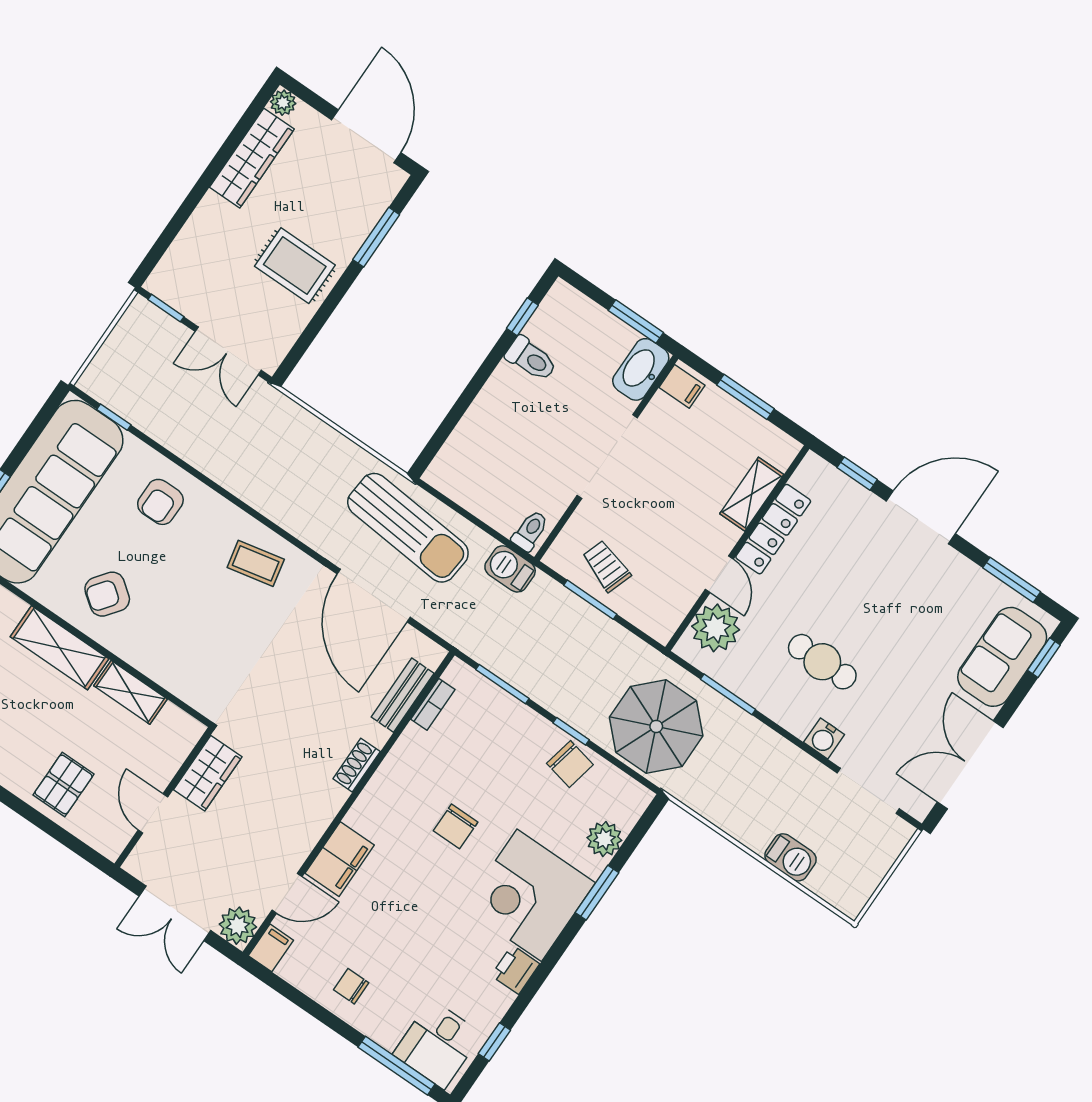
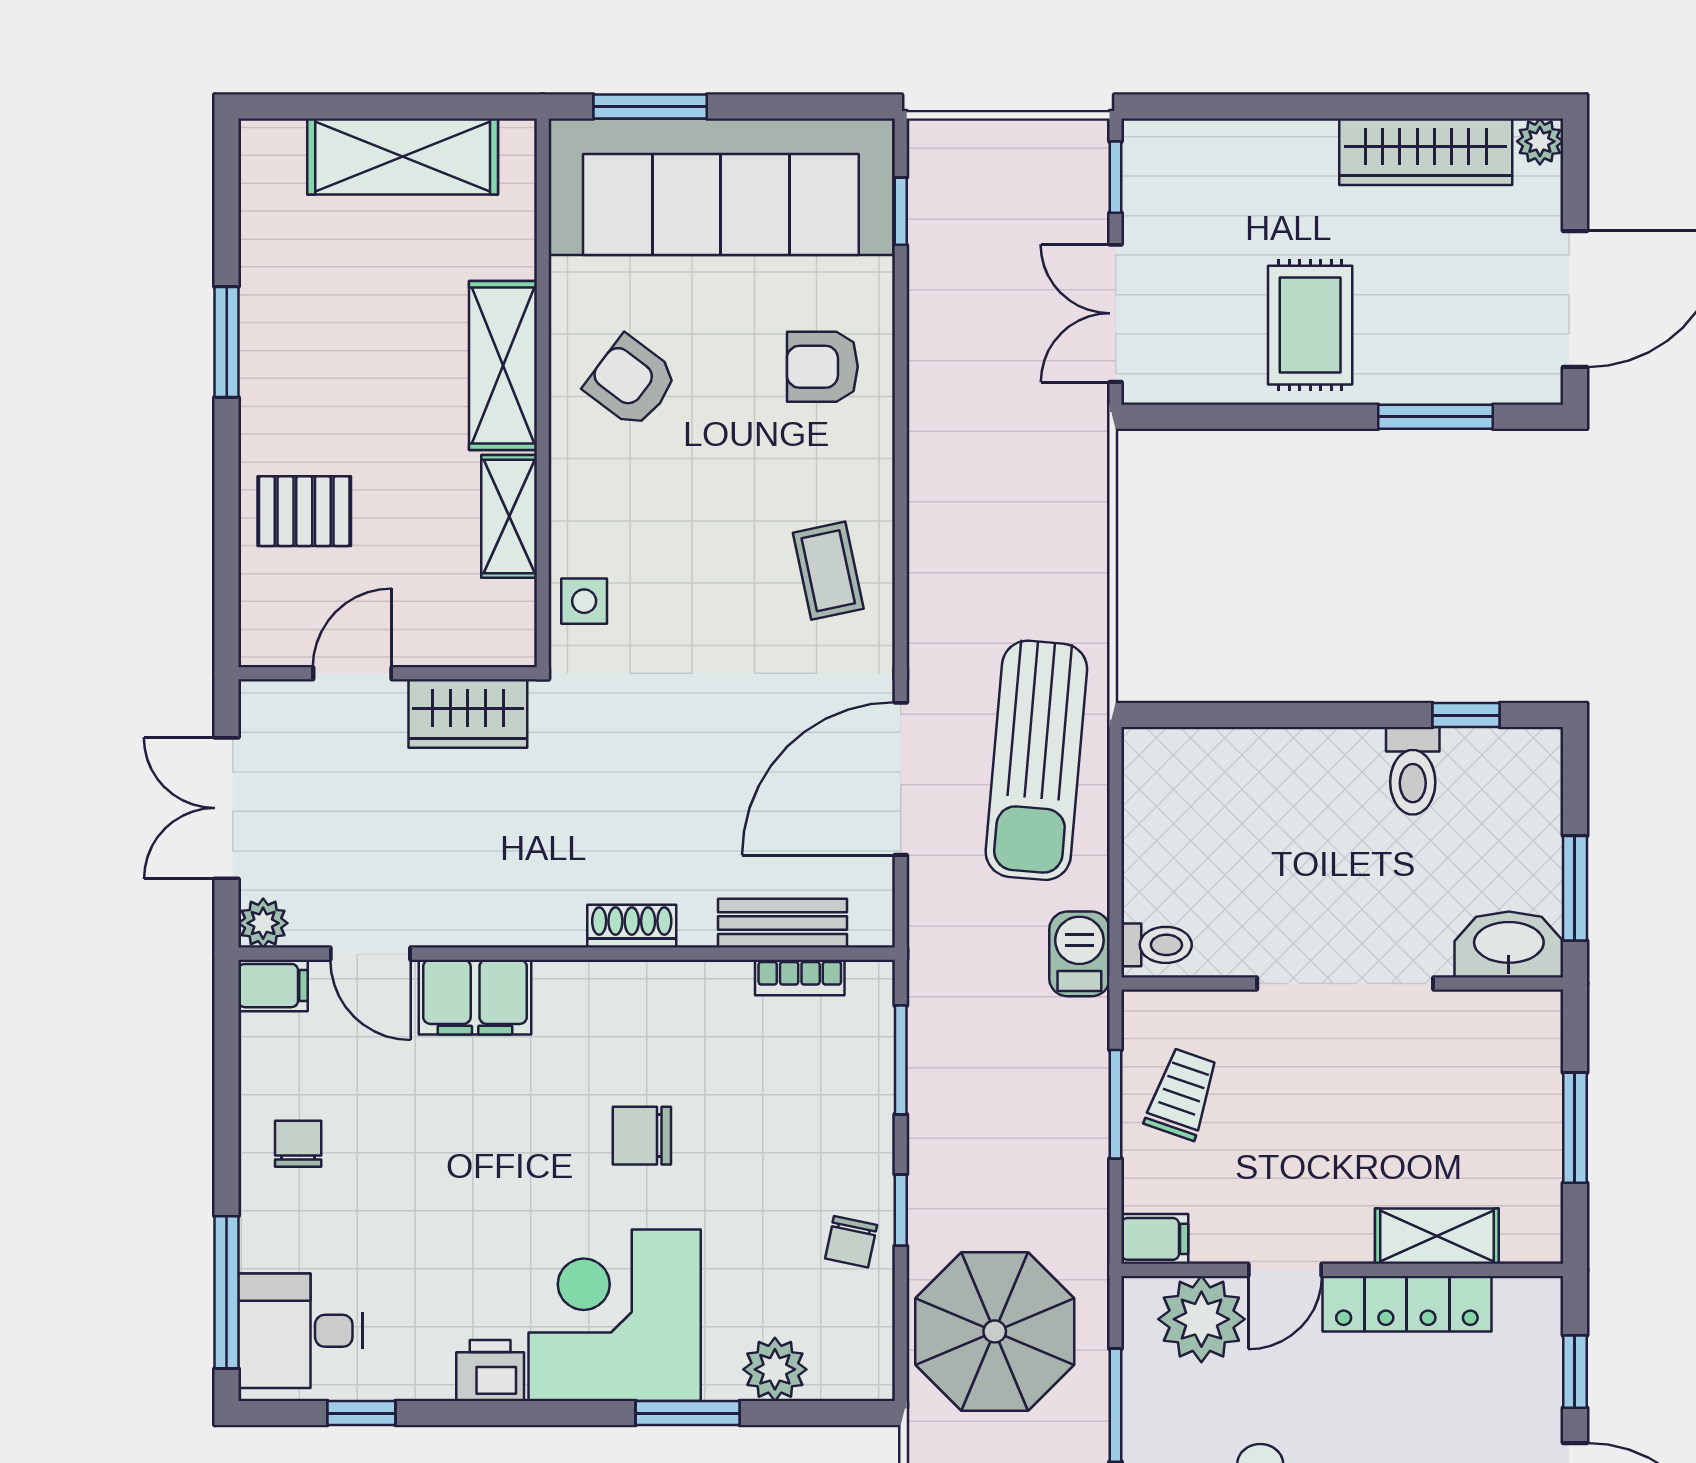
filing cabinet: (682, 386) -> (1155, 1239), moved, turned -90
side table: (193, 685) -> (584, 601), added
chair: (570, 764) -> (851, 1242), width x0.73, depth x0.73
plant: (238, 926) -> (263, 923), width x0.73, depth x0.73

